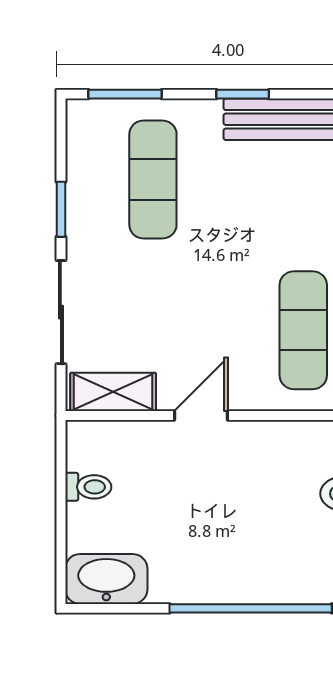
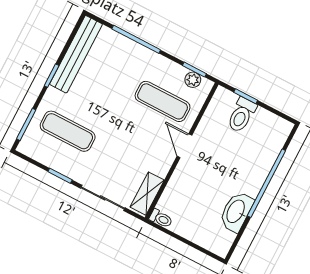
door: (201, 416) -> (184, 146), moved
toilet: (88, 487) -> (161, 219), moved, turned 90
washbasin: (106, 579) -> (236, 212), moved

